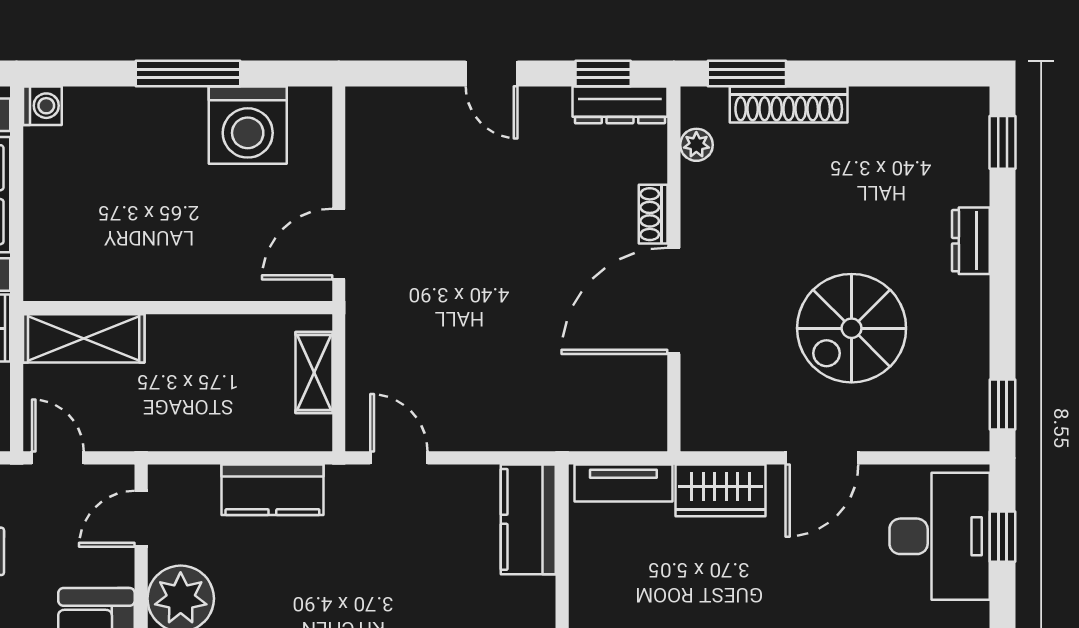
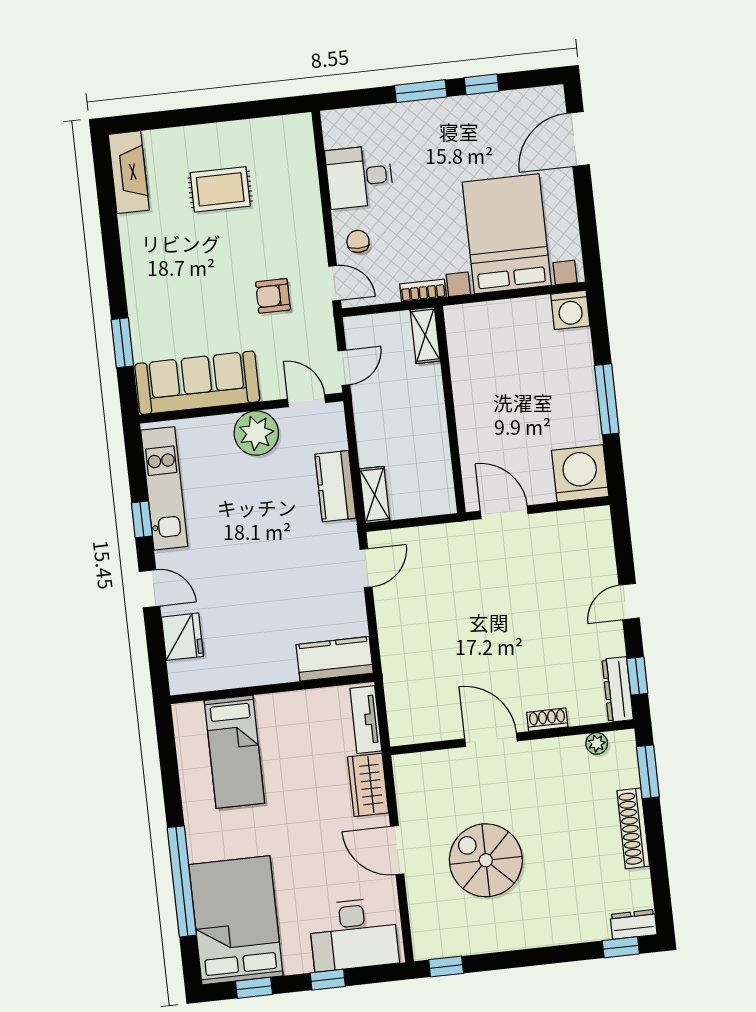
shoe rack: (789, 104) -> (633, 828), moved
washing machine: (42, 106) -> (570, 310), width x1.38, depth x1.38
washing machine: (248, 125) -> (580, 473), moved, turned 90
dresser: (971, 241) -> (634, 924), moved
door: (674, 301) -> (491, 740), width x0.73
shelving: (84, 338) -> (425, 335), width x0.67, depth x0.75
shelving: (314, 372) -> (375, 495), moved, turned 90
door: (58, 458) -> (344, 368), moved
window: (1003, 537) -> (328, 980), moved

